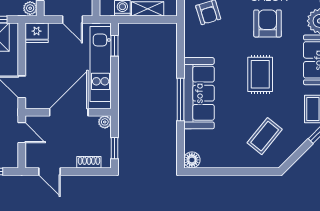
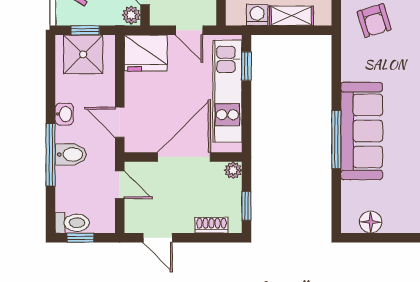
fridge: (37, 33) -> (146, 53), width x1.36, depth x1.34
floor lamp: (192, 160) -> (371, 222), moved

